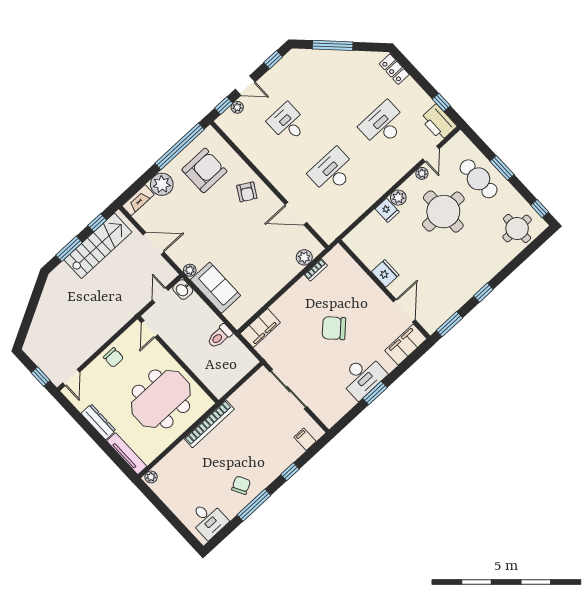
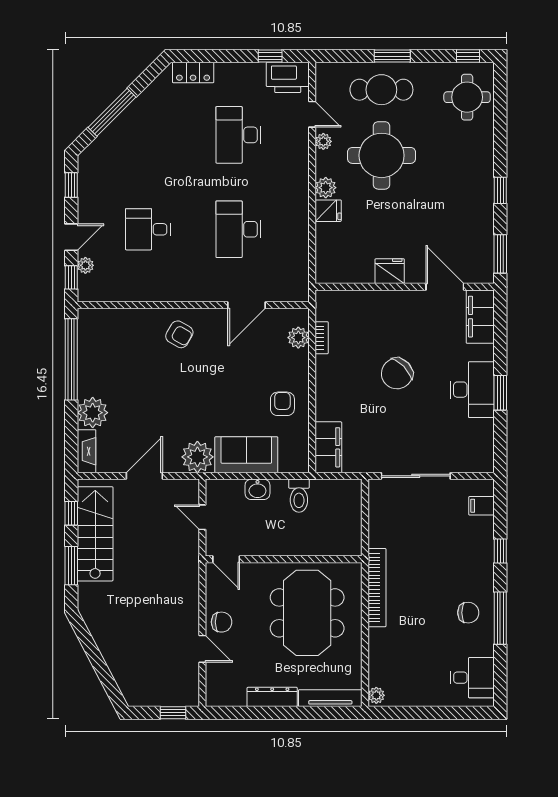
armchair: (204, 170) -> (282, 404), moved, width x0.53, depth x0.53
plant: (190, 270) -> (197, 457), width x1.87, depth x1.87
washbasin: (183, 289) -> (257, 489), moved
door: (71, 378) -> (202, 649), moved
chair: (241, 485) -> (468, 613), turned 118

